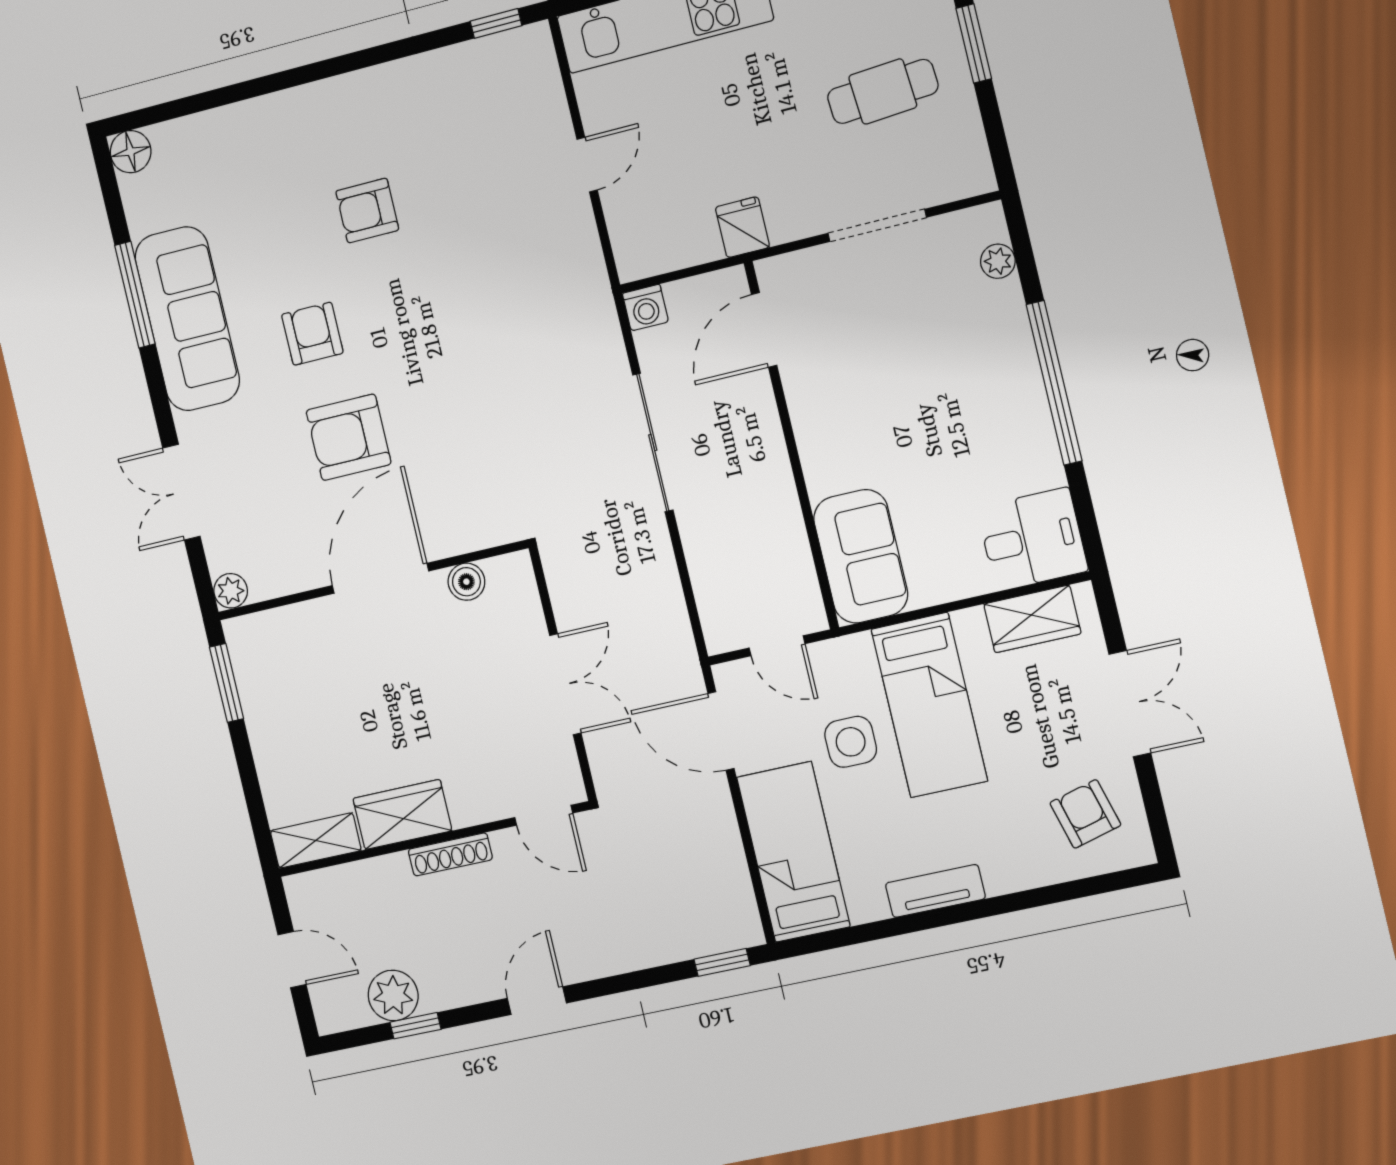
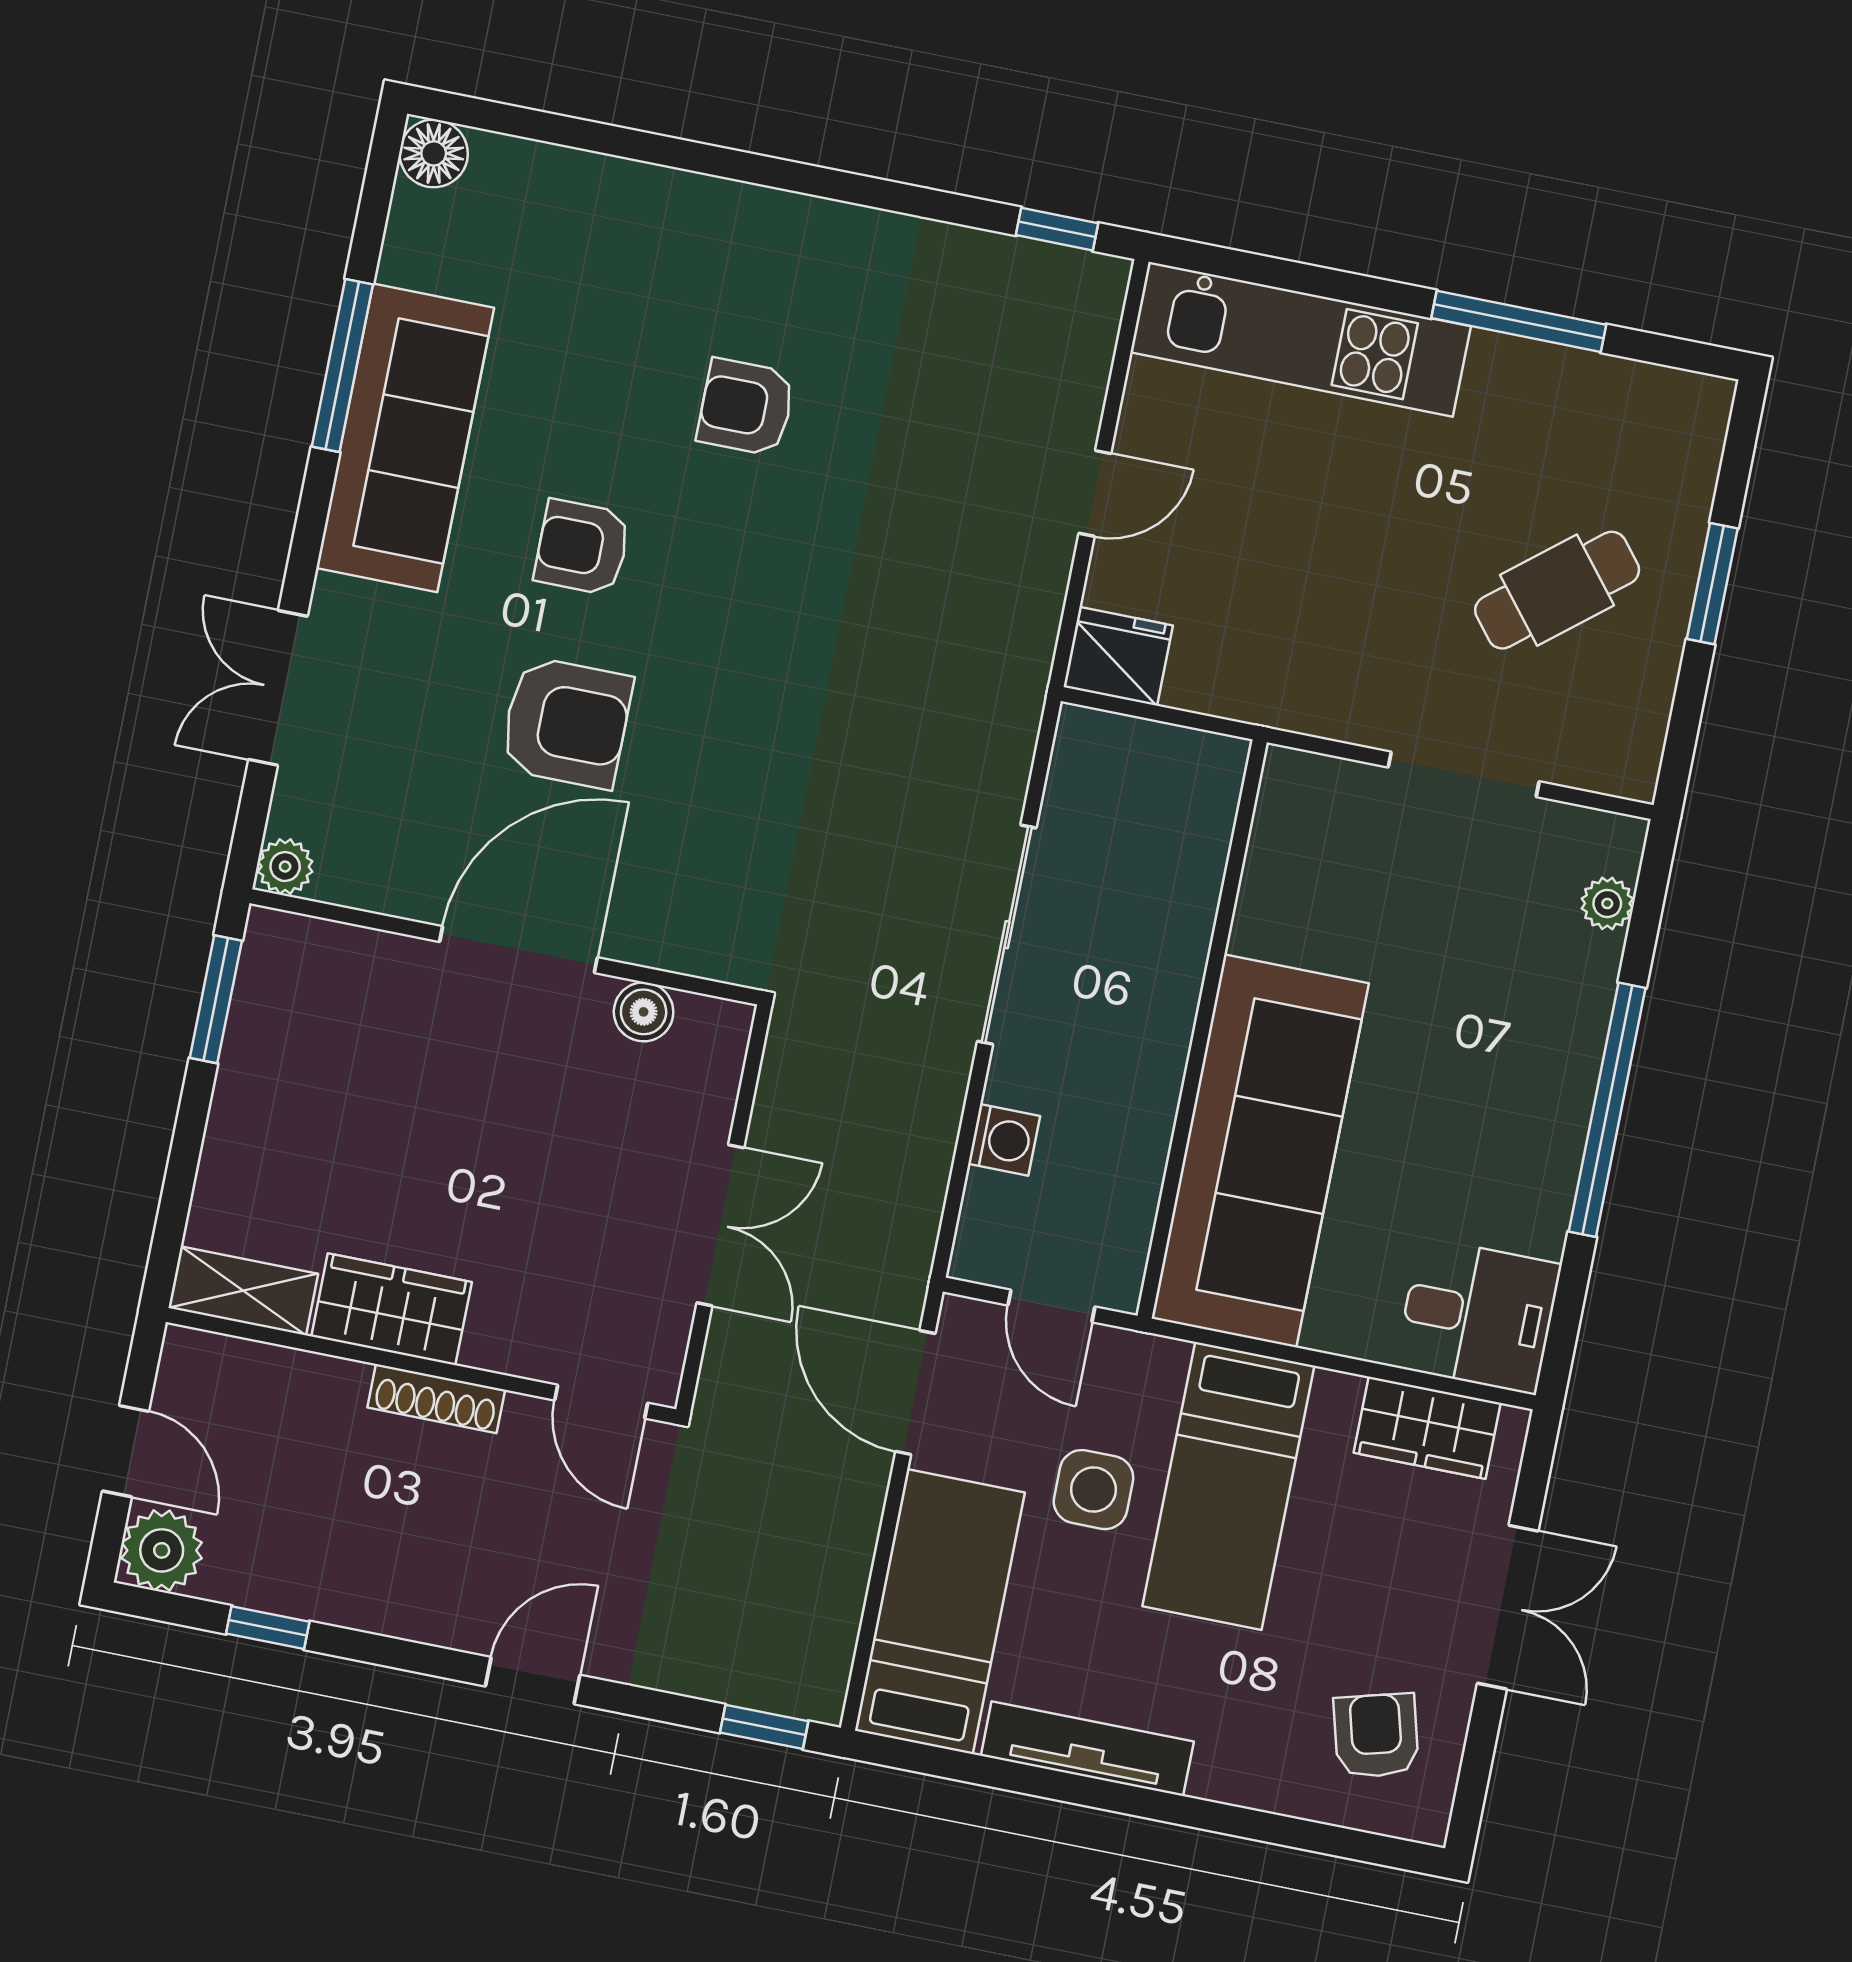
cafe table: (883, 91) -> (1557, 590), turned -35
fridge: (742, 227) -> (1118, 656), moved, width x1.38
washing machine: (645, 308) -> (1004, 1140), moved, turned -90
door: (764, 330) -> (1238, 848), removed
armchair: (312, 334) -> (582, 547), turned -90
armchair: (349, 437) -> (566, 723), turned 180
sofa: (861, 556) -> (1260, 1151), width x1.85, depth x1.27
tv unit: (935, 891) -> (1087, 1749), width x1.41
plant: (393, 995) -> (162, 1550), moved
door: (537, 1001) -> (533, 1681), moved

